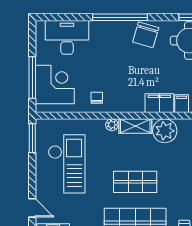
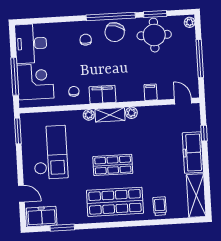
window: (120, 17) -> (111, 17), moved
desk: (67, 37) -> (31, 44), moved, turned -90
chair: (113, 41) -> (86, 40), added
filing cabinet: (159, 103) -> (102, 94), moved
plant: (165, 131) -> (131, 113), width x0.53, depth x0.53

